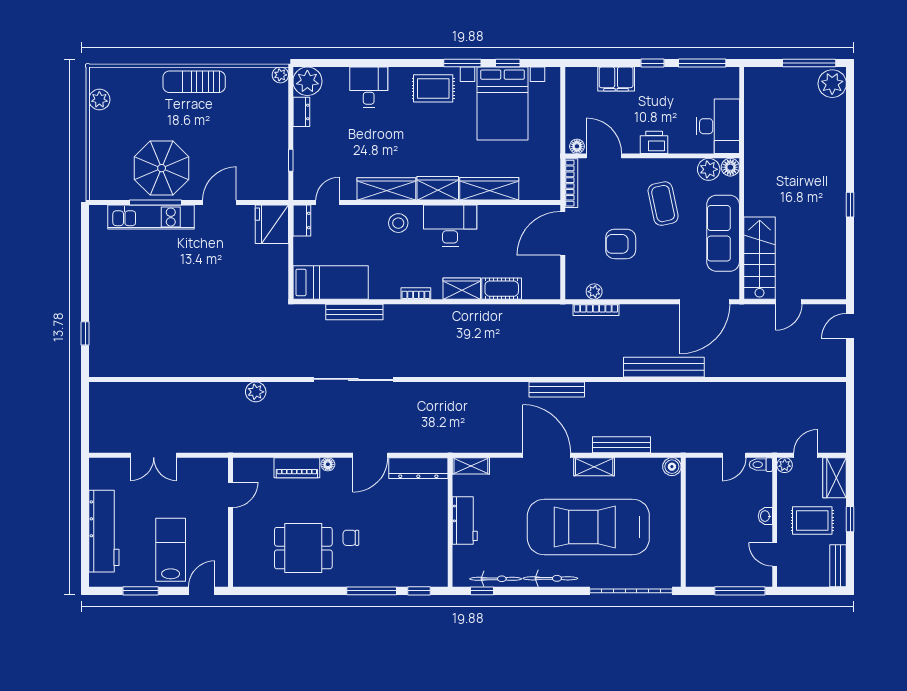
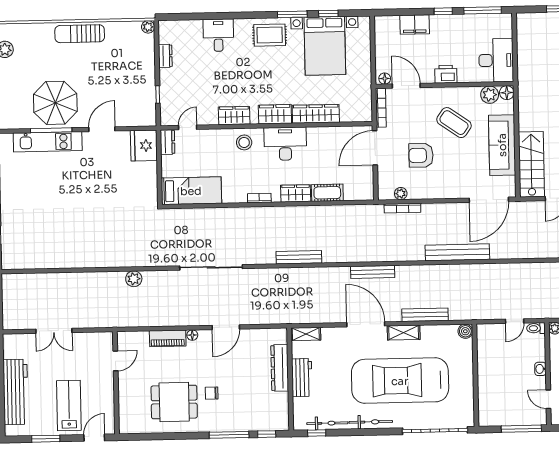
plant: (307, 81) -> (170, 31), removed
wardrobe: (386, 189) -> (234, 116), width x0.67
coffee table: (663, 204) -> (454, 123), turned -43
bench: (354, 312) -> (299, 257), moved
dresser: (418, 468) -> (280, 368), moved, turned 90

